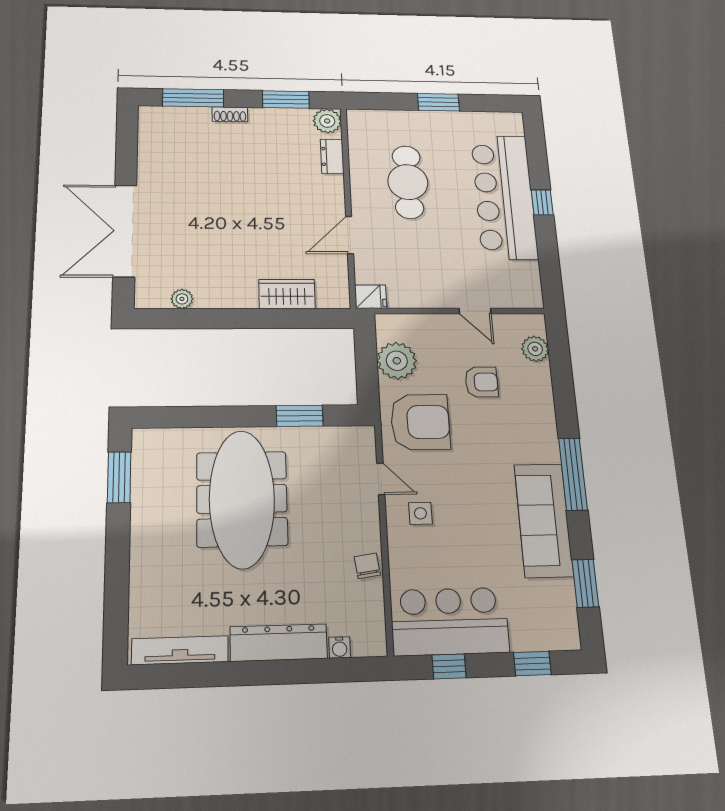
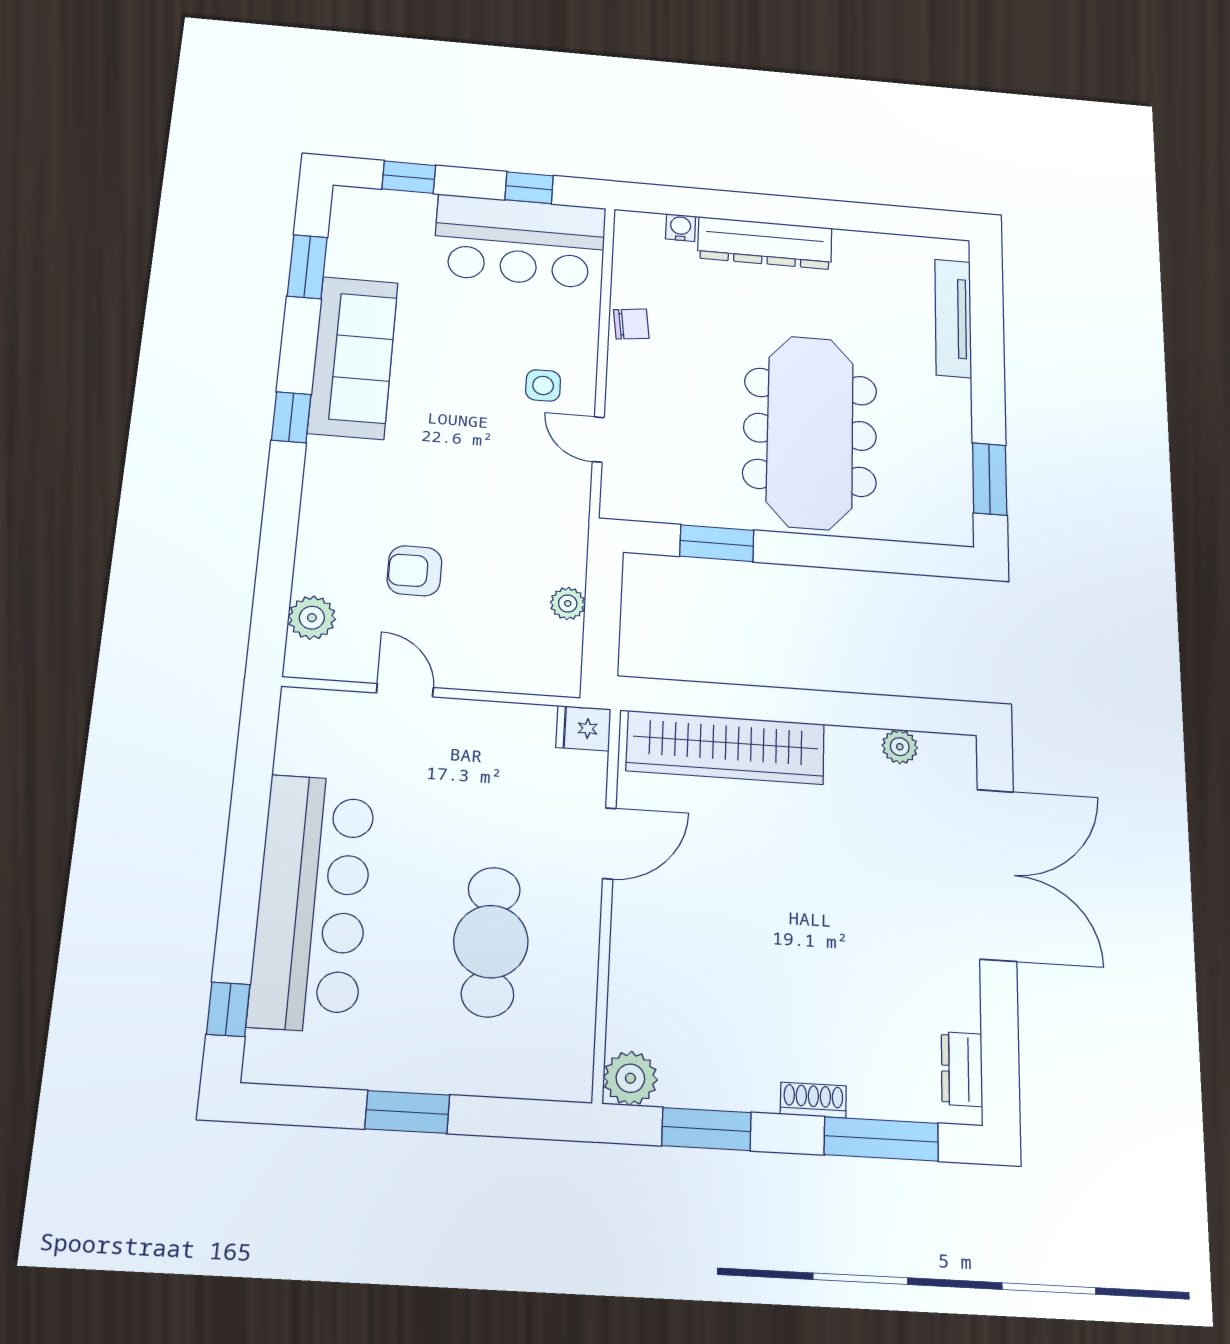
dresser: (332, 156) -> (962, 1069), moved, turned 180
window: (542, 202) -> (228, 1009), moved
wardrobe: (287, 294) -> (726, 747), width x2.10, depth x1.17
plant: (397, 361) -> (568, 603), width x0.53, depth x0.53
armchair: (420, 422) -> (525, 517), removed
window: (573, 474) -> (291, 417), width x0.46
chair: (367, 566) -> (631, 324), turned -89
tv unit: (180, 650) -> (953, 318), moved, turned 90

